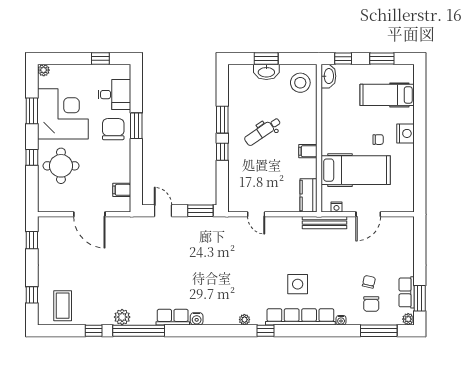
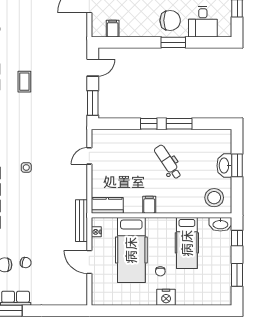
hospital bed: (387, 95) -> (187, 243), moved, turned 180
coffee table: (178, 283) -> (24, 82), added
side table: (298, 284) -> (26, 167), moved, width x0.54, depth x0.54

